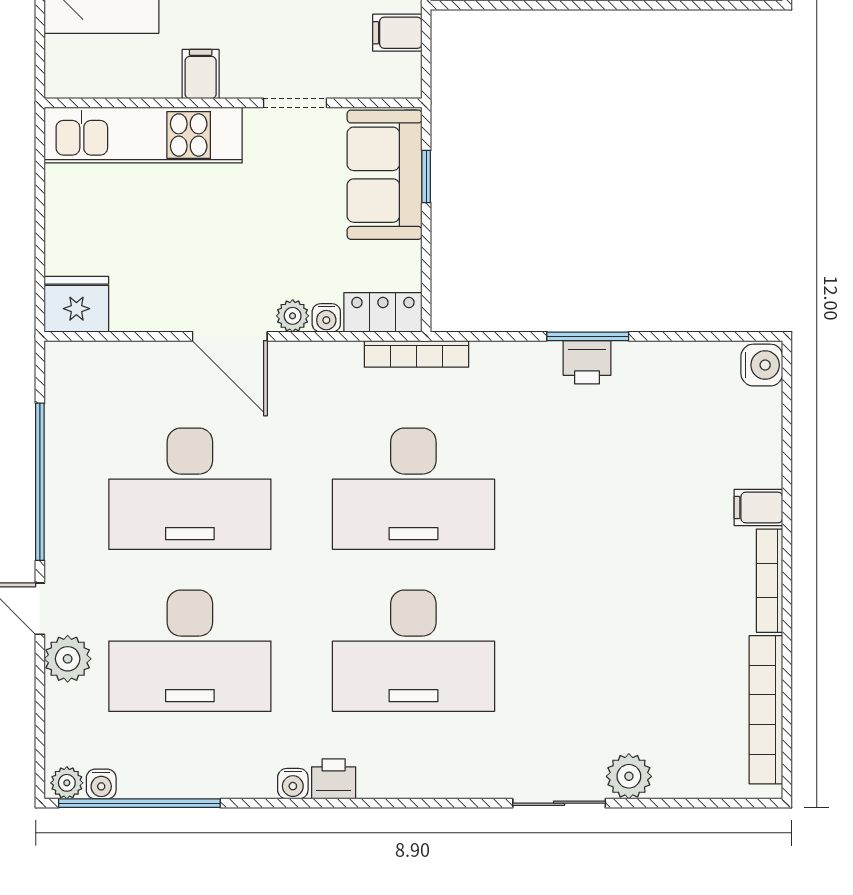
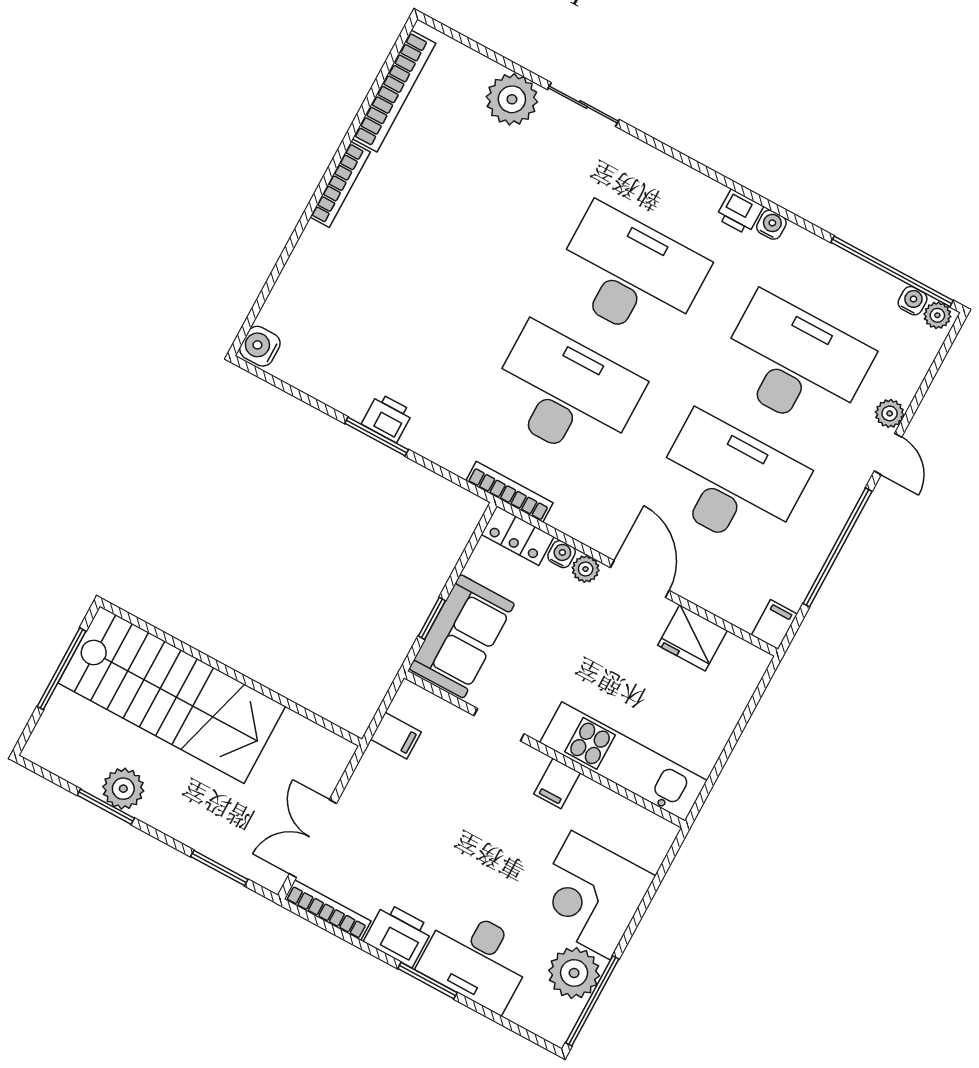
fridge: (76, 304) -> (692, 638), moved
filing cabinet: (758, 508) -> (774, 625), moved, turned -90
plant: (68, 659) -> (890, 413), width x0.73, depth x0.73
plant: (629, 776) -> (512, 99), width x1.36, depth x1.36

